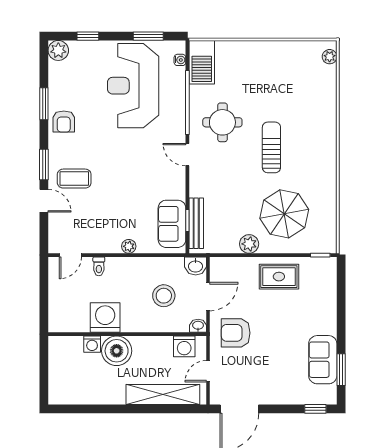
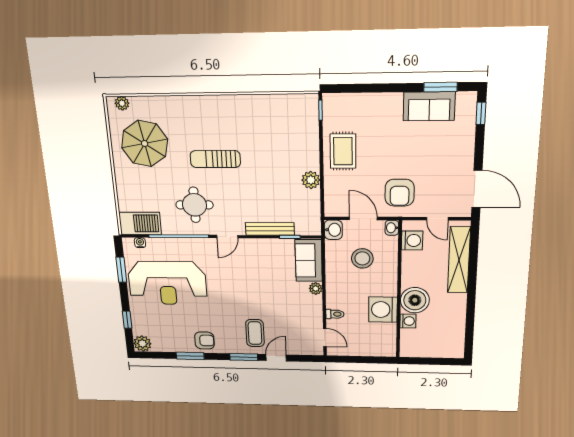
parasol: (284, 214) -> (145, 144), moved
bench: (196, 223) -> (270, 229), moved
sofa: (172, 224) -> (309, 260), moved, turned 90

